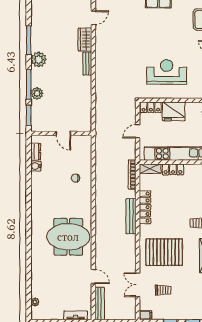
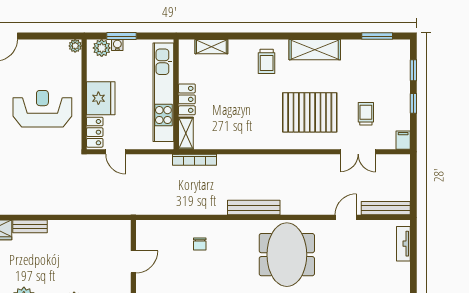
reception desk: (167, 72) -> (42, 109), turned 90
door: (138, 131) -> (116, 152), moved
locker: (145, 207) -> (243, 141), removed
bench: (131, 216) -> (254, 208), moved
pallet: (164, 252) -> (310, 112), turned 90

